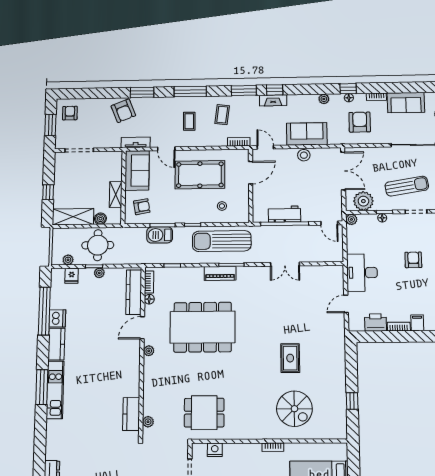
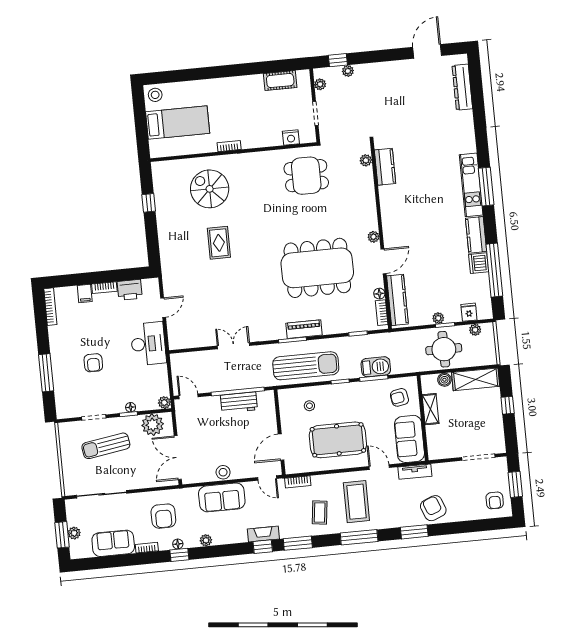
coffee table: (189, 121) -> (356, 502), width x1.86, depth x1.72

